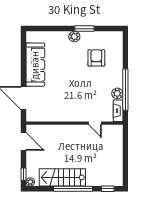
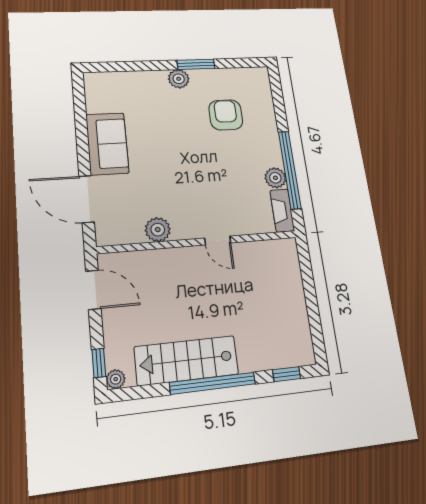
sofa: (35, 65) -> (107, 144), width x0.73
plant: (56, 116) -> (158, 230), added
door: (95, 123) -> (218, 240), moved

